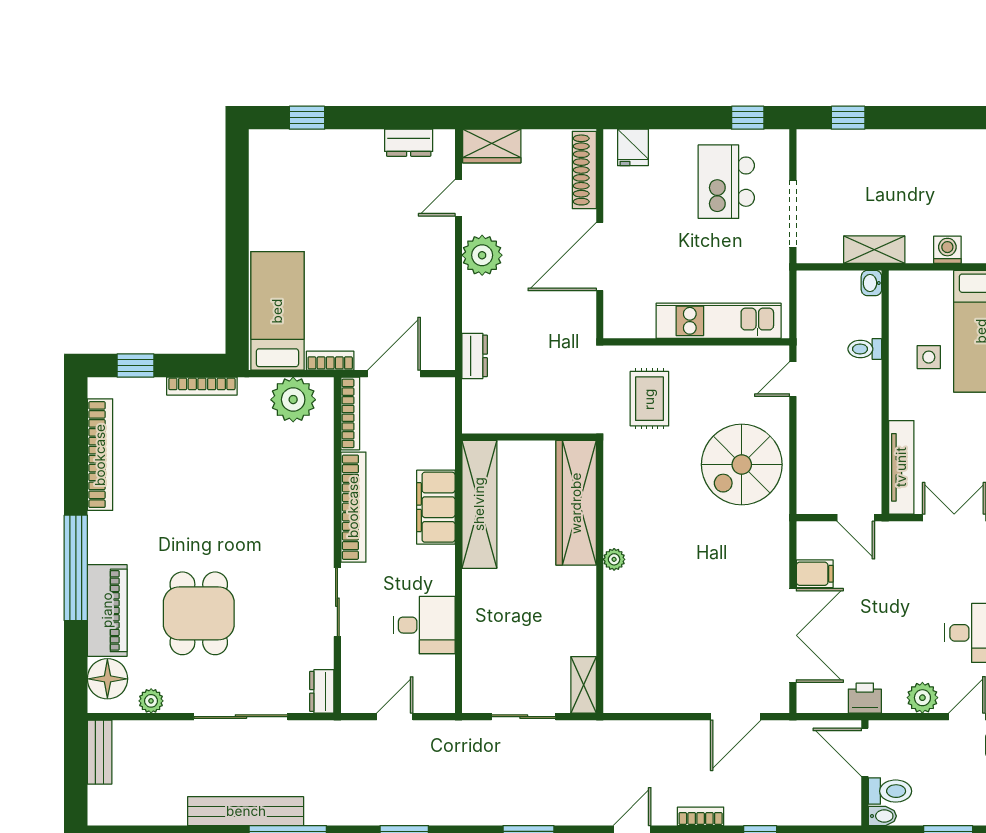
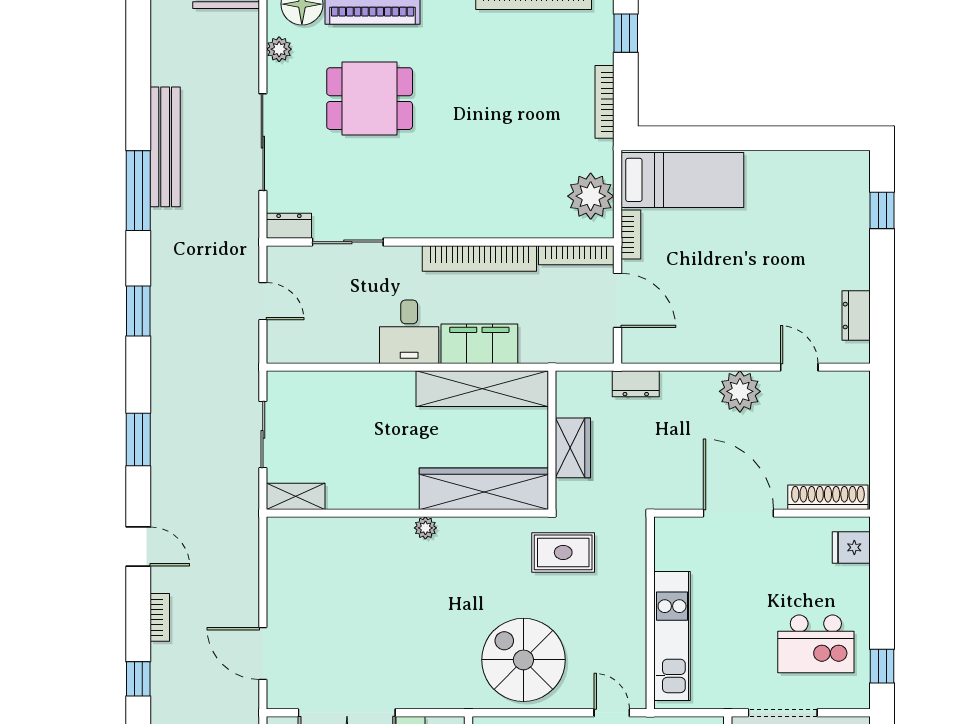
wardrobe: (492, 146) -> (573, 448), moved, turned 180
kitchen island: (726, 182) -> (816, 644), turned 180
rug: (649, 399) -> (563, 552), moved
sliding door: (337, 602) -> (348, 242), moved
desk: (424, 625) -> (409, 332), moved

